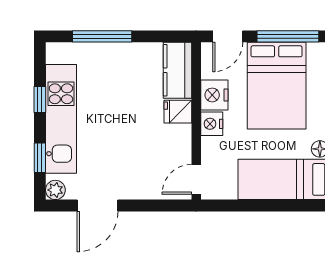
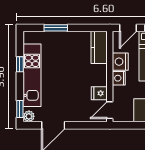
window: (102, 36) -> (56, 28), width x0.69
fridge: (178, 112) -> (99, 93), moved
window: (40, 158) -> (20, 109), moved

